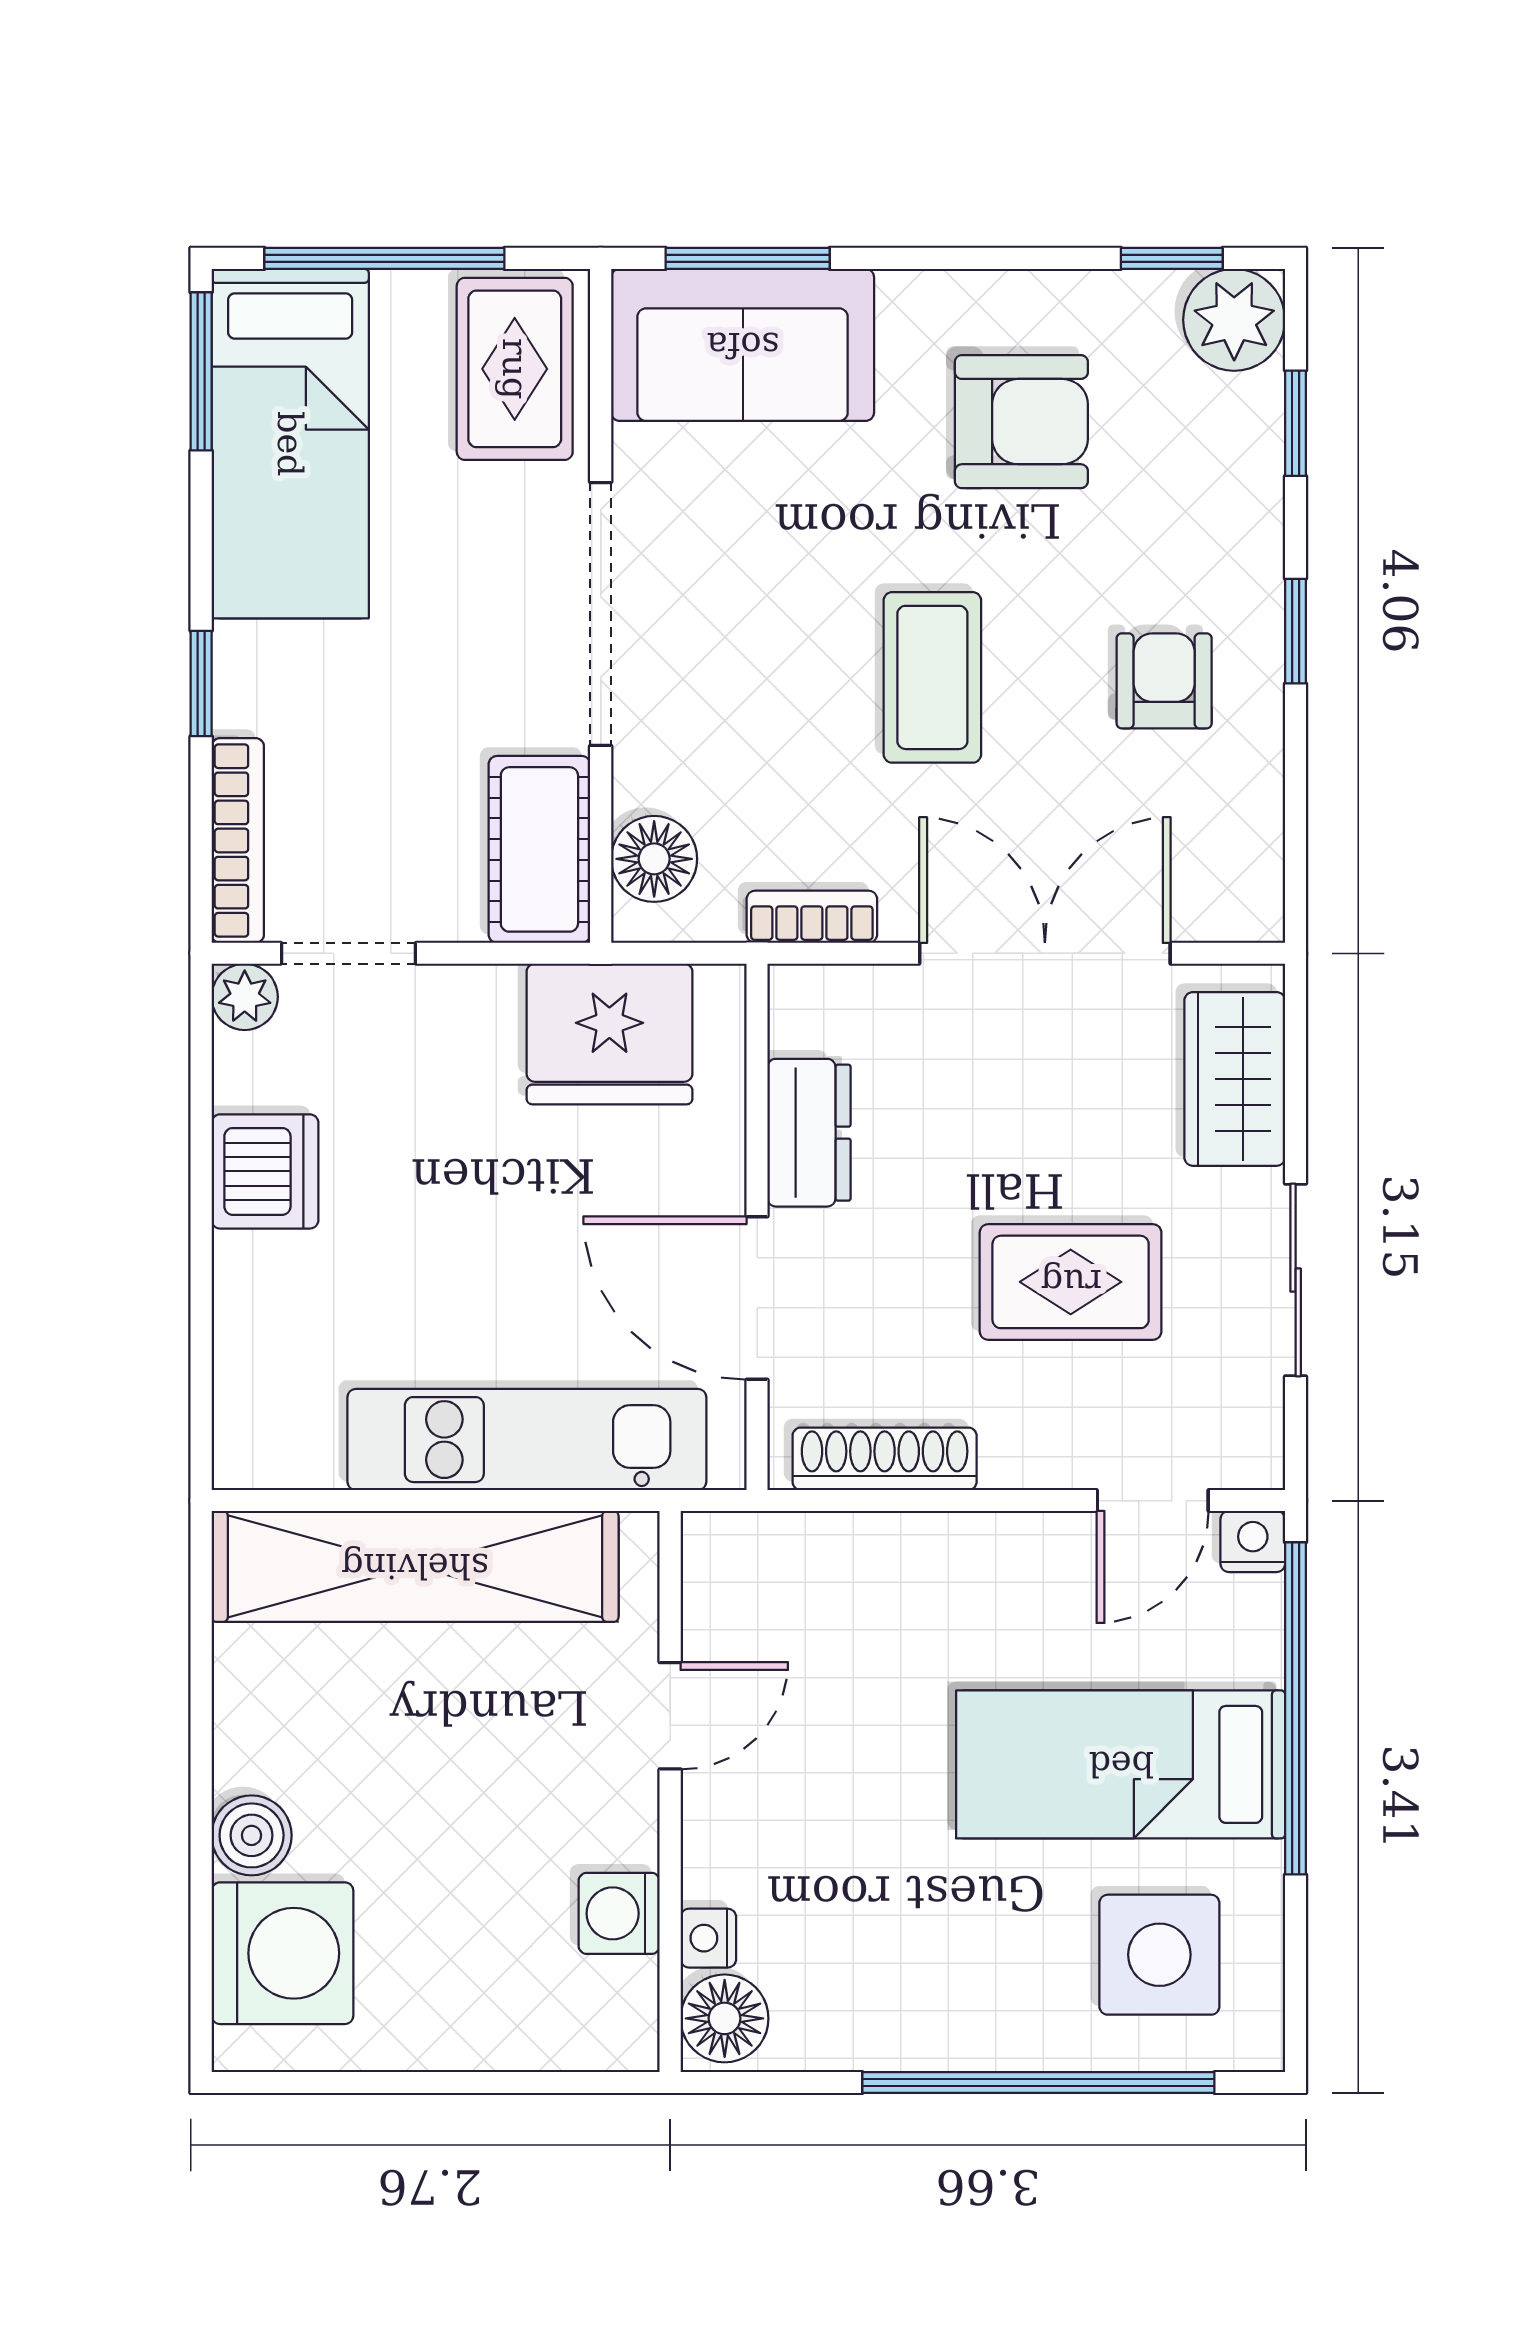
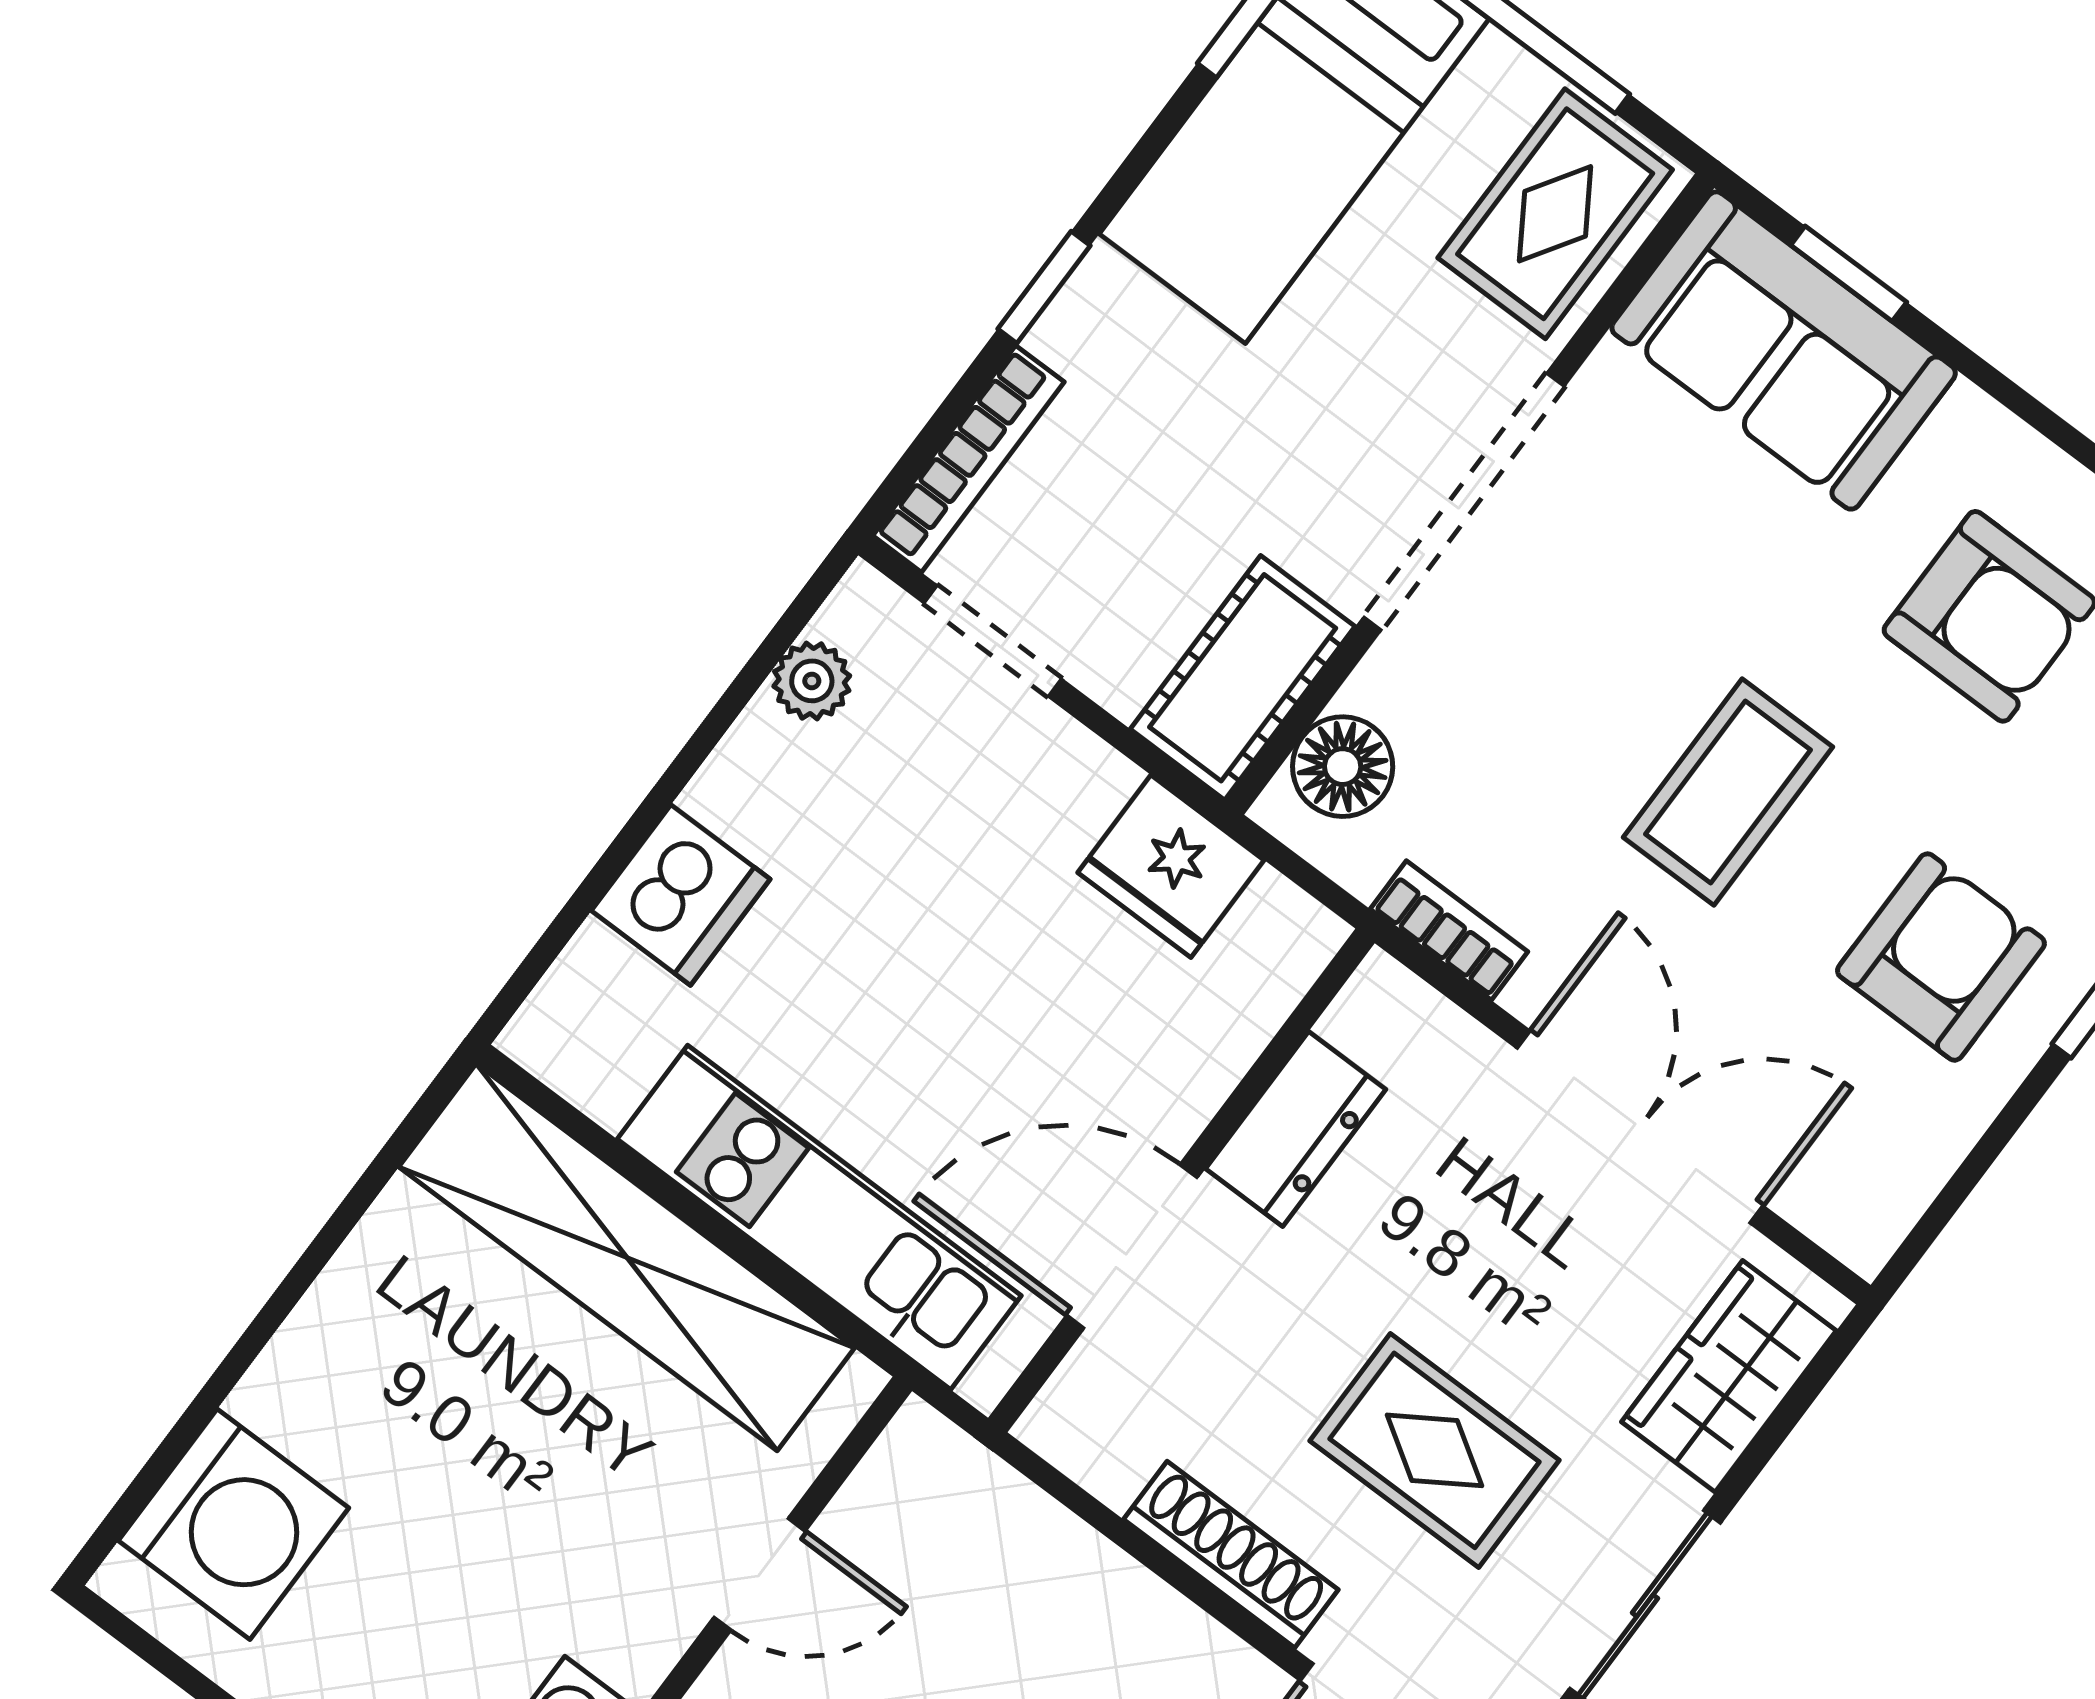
window: (748, 258) -> (1849, 274), width x0.67
armchair: (1164, 681) -> (1941, 957), width x1.38, depth x1.38
plant: (245, 997) -> (812, 681), moved
fridge: (609, 1034) -> (1171, 866), width x0.73, depth x0.75
dishwasher: (265, 1171) -> (681, 895), moved
door: (757, 1298) -> (1132, 1246), hinge flipped
shoe rack: (885, 1459) -> (1231, 1555), moved
boiler: (252, 1835) -> (287, 1393), removed

